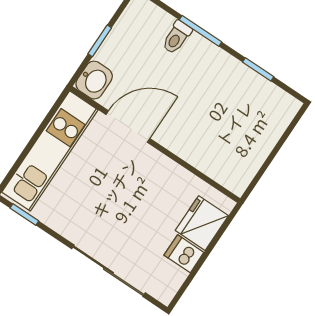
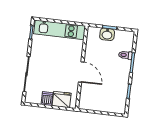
washbasin: (94, 80) -> (107, 34), moved
door: (128, 126) -> (81, 72), moved

